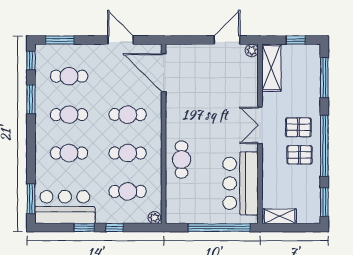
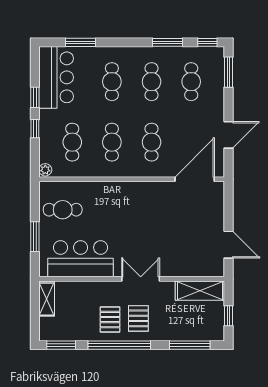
plant: (252, 50) -> (218, 270), removed
cafe table: (182, 159) -> (63, 210), moved
window: (31, 199) -> (80, 42), moved
window: (219, 228) -> (35, 237), width x0.47

